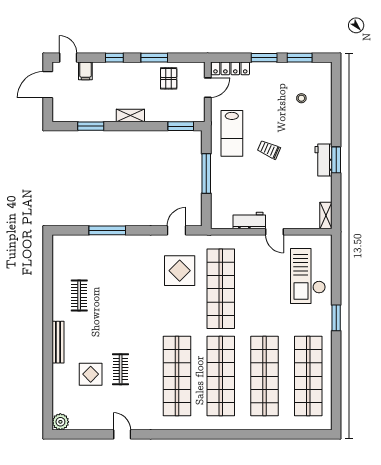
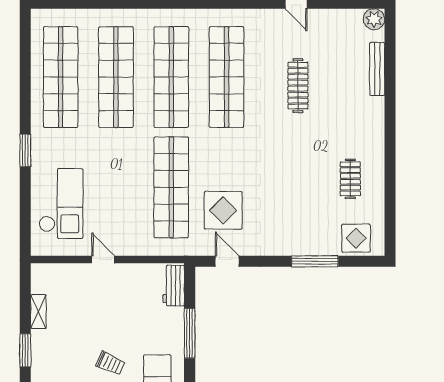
workbench: (324, 160) -> (41, 350), removed
shelving: (326, 215) -> (38, 312), moved
workbench: (249, 221) -> (174, 286), moved, turned 90
door: (177, 230) -> (227, 261), swing flipped
bench: (58, 342) -> (377, 69), moved
clothes rail: (121, 369) -> (298, 86), width x1.36
display table: (91, 374) -> (356, 238), moved

